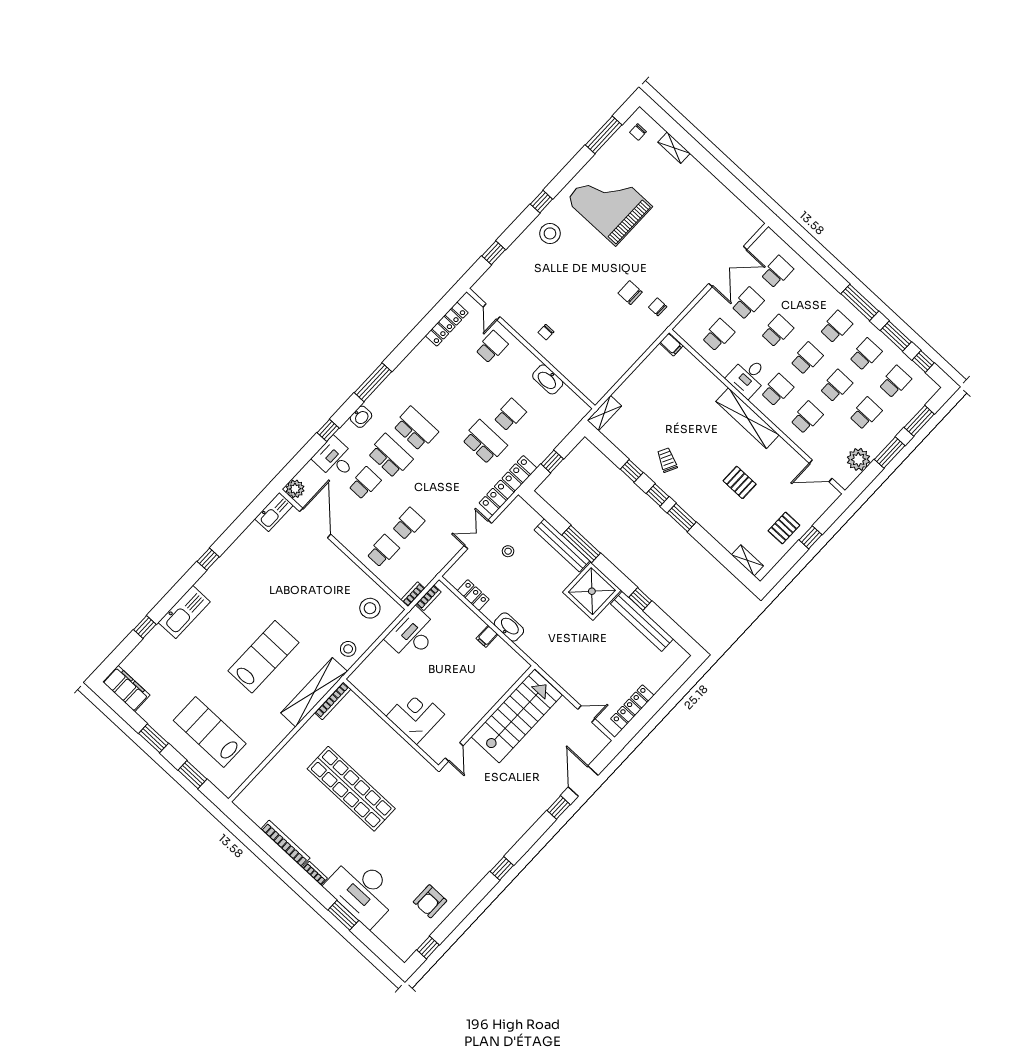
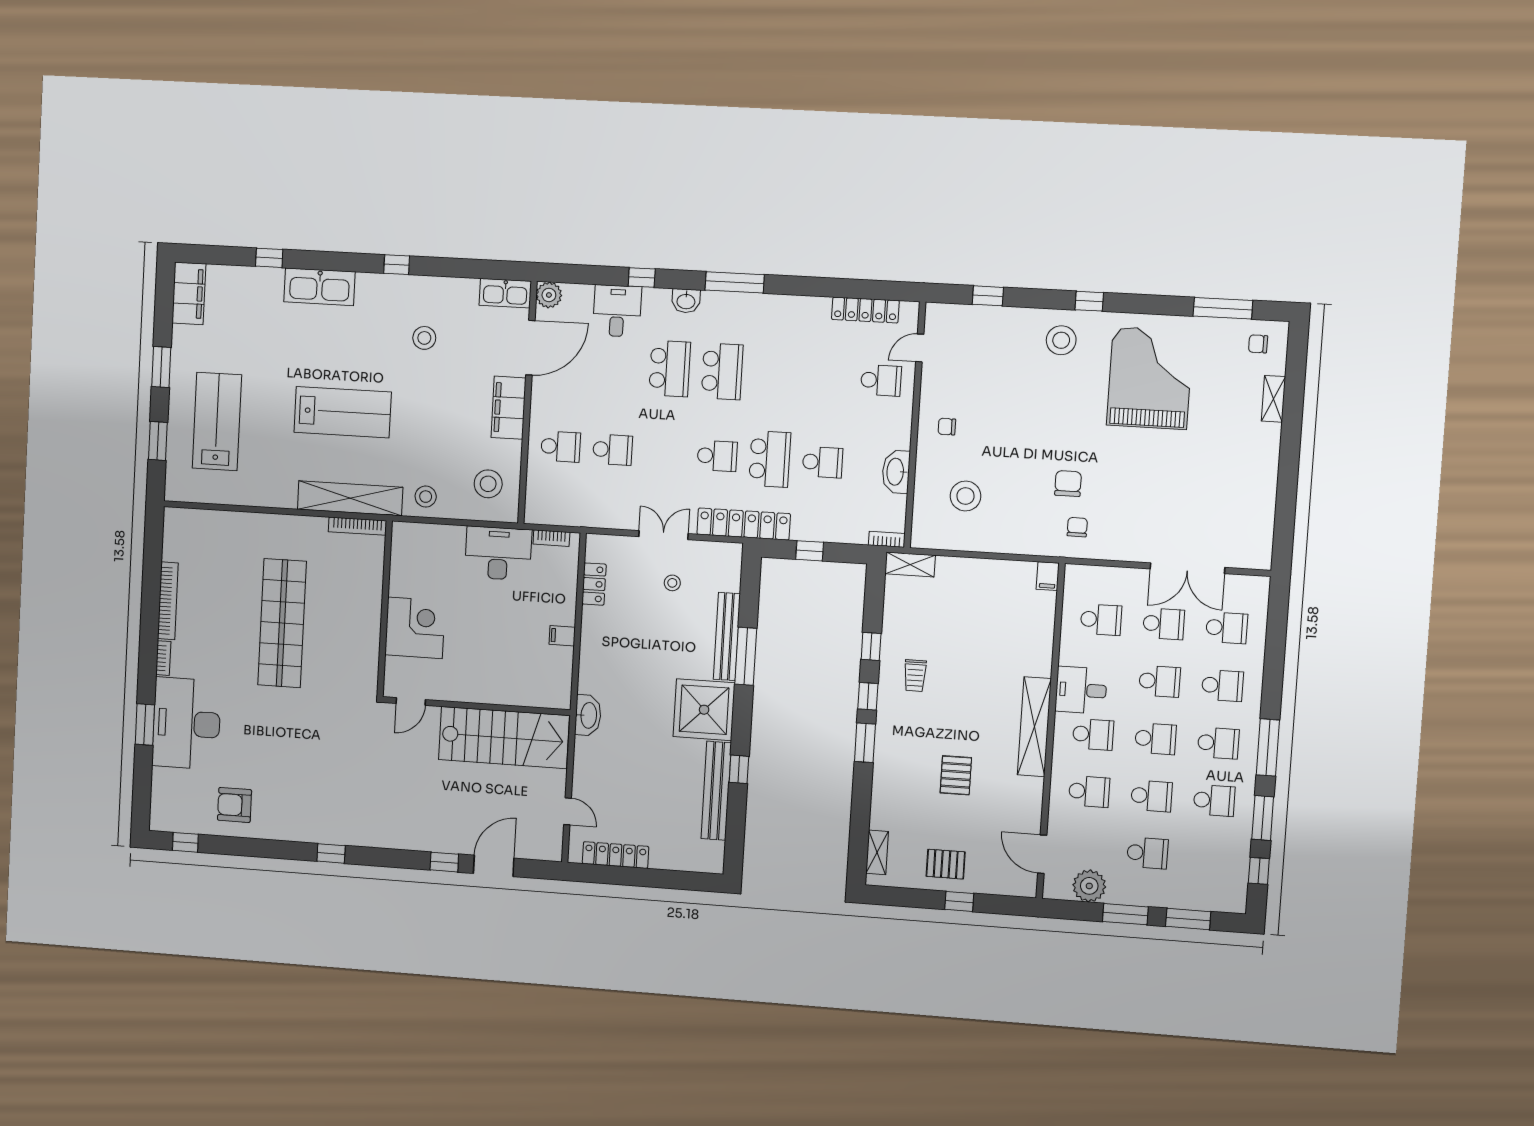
stool: (592, 353) -> (966, 496), added
school desk: (895, 382) -> (1222, 686), moved
trolley: (667, 460) -> (915, 676), turned 153
school desk: (365, 483) -> (717, 456), moved
filing cabinet: (338, 562) -> (509, 408), added
stool: (261, 577) -> (424, 338), added
bookcase: (413, 594) -> (887, 539), moved
washbasin: (509, 627) -> (588, 715), moved

